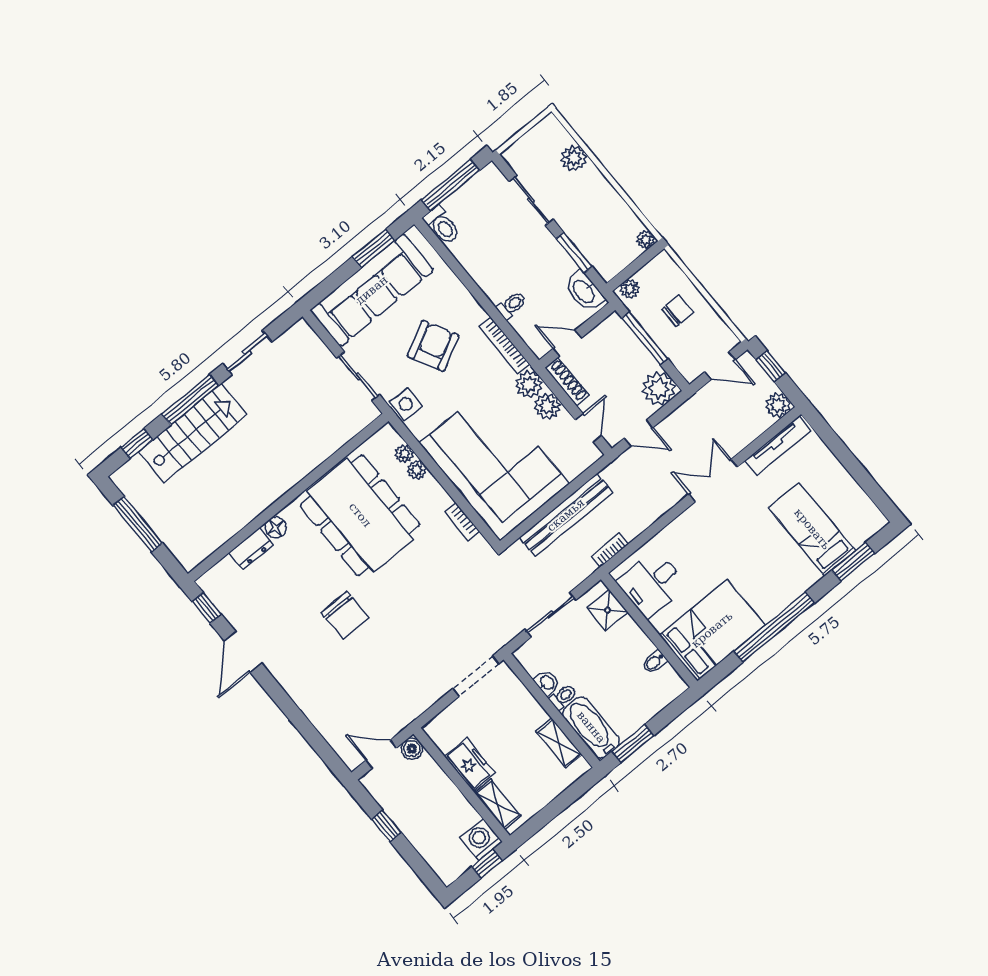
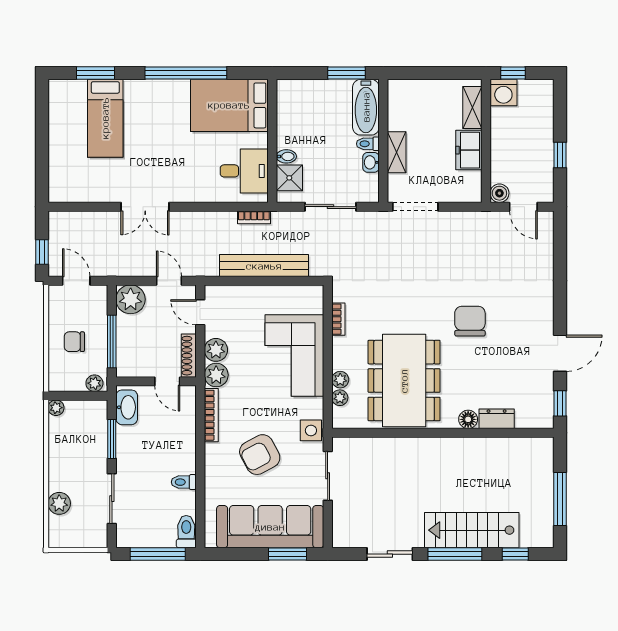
window: (374, 248) -> (288, 554), moved
toilet: (512, 305) -> (184, 482), moved
plant: (778, 405) -> (59, 222), removed
door: (588, 428) -> (200, 312), hinge flipped
tv unit: (778, 446) -> (82, 194), removed
corner sofa: (494, 463) -> (294, 355), width x0.73, depth x0.74
bidet: (654, 662) -> (286, 156), moved
shelving: (559, 743) -> (397, 152), moved

